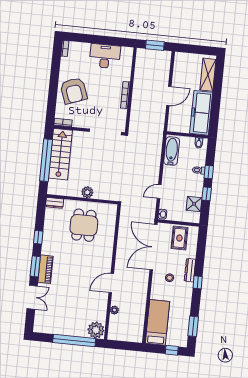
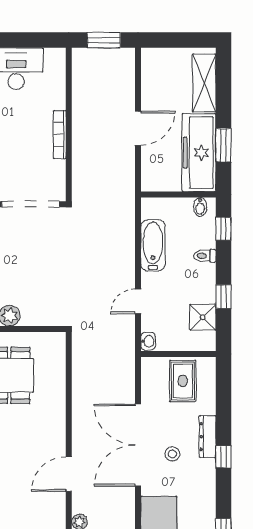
window: (215, 110) -> (223, 145), added
bathtub: (172, 151) -> (153, 245), moved
window: (209, 172) -> (223, 229), moved
double door: (153, 247) -> (138, 445), moved

